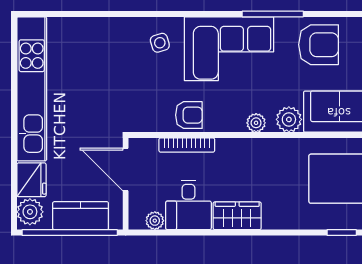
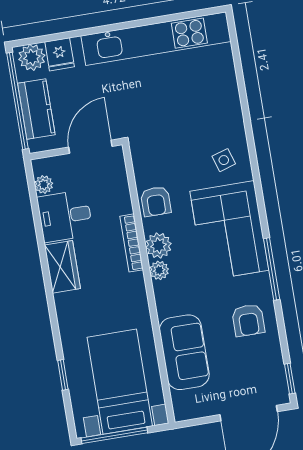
armchair: (319, 45) -> (248, 320), width x0.72, depth x0.72
plant: (289, 119) -> (158, 246), moved
bookcase: (187, 145) -> (132, 243), moved
fridge: (31, 180) -> (60, 54), width x0.72

